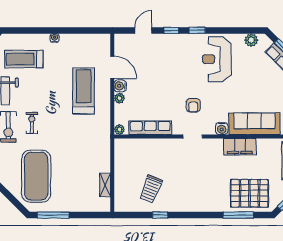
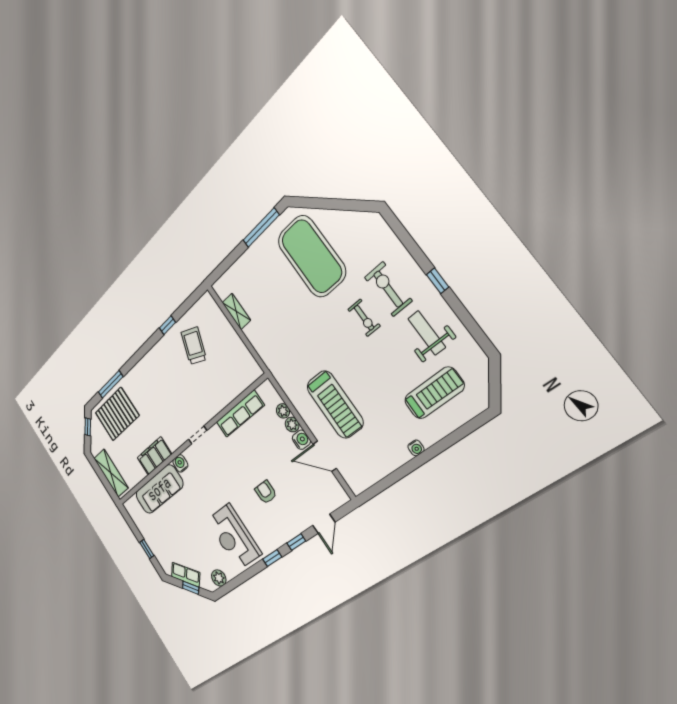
reception desk: (217, 59) -> (234, 537), turned 180
armchair: (193, 105) -> (266, 492), moved
plant: (119, 129) -> (283, 411), moved

